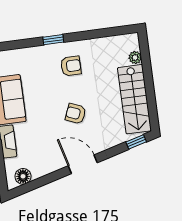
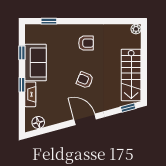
window: (53, 40) -> (49, 21), moved
plant: (135, 58) -> (136, 29), moved

